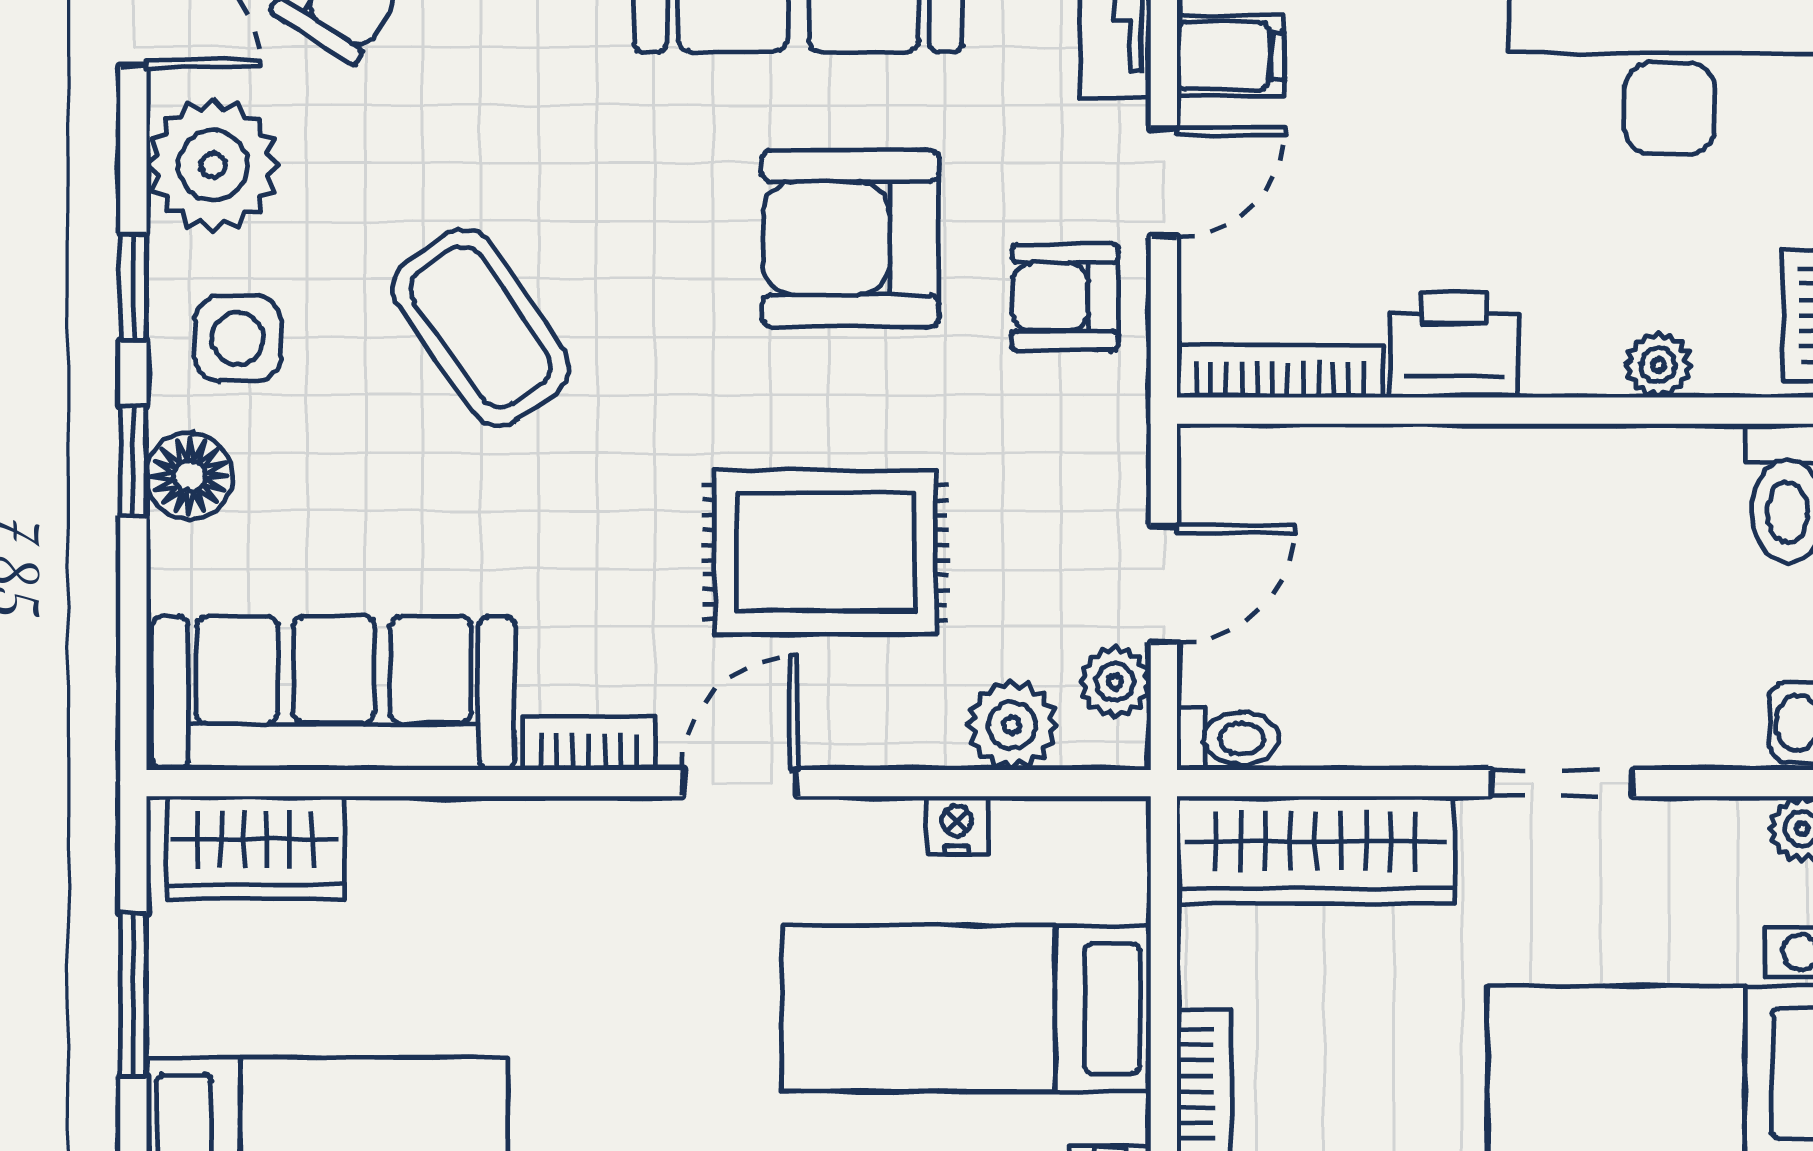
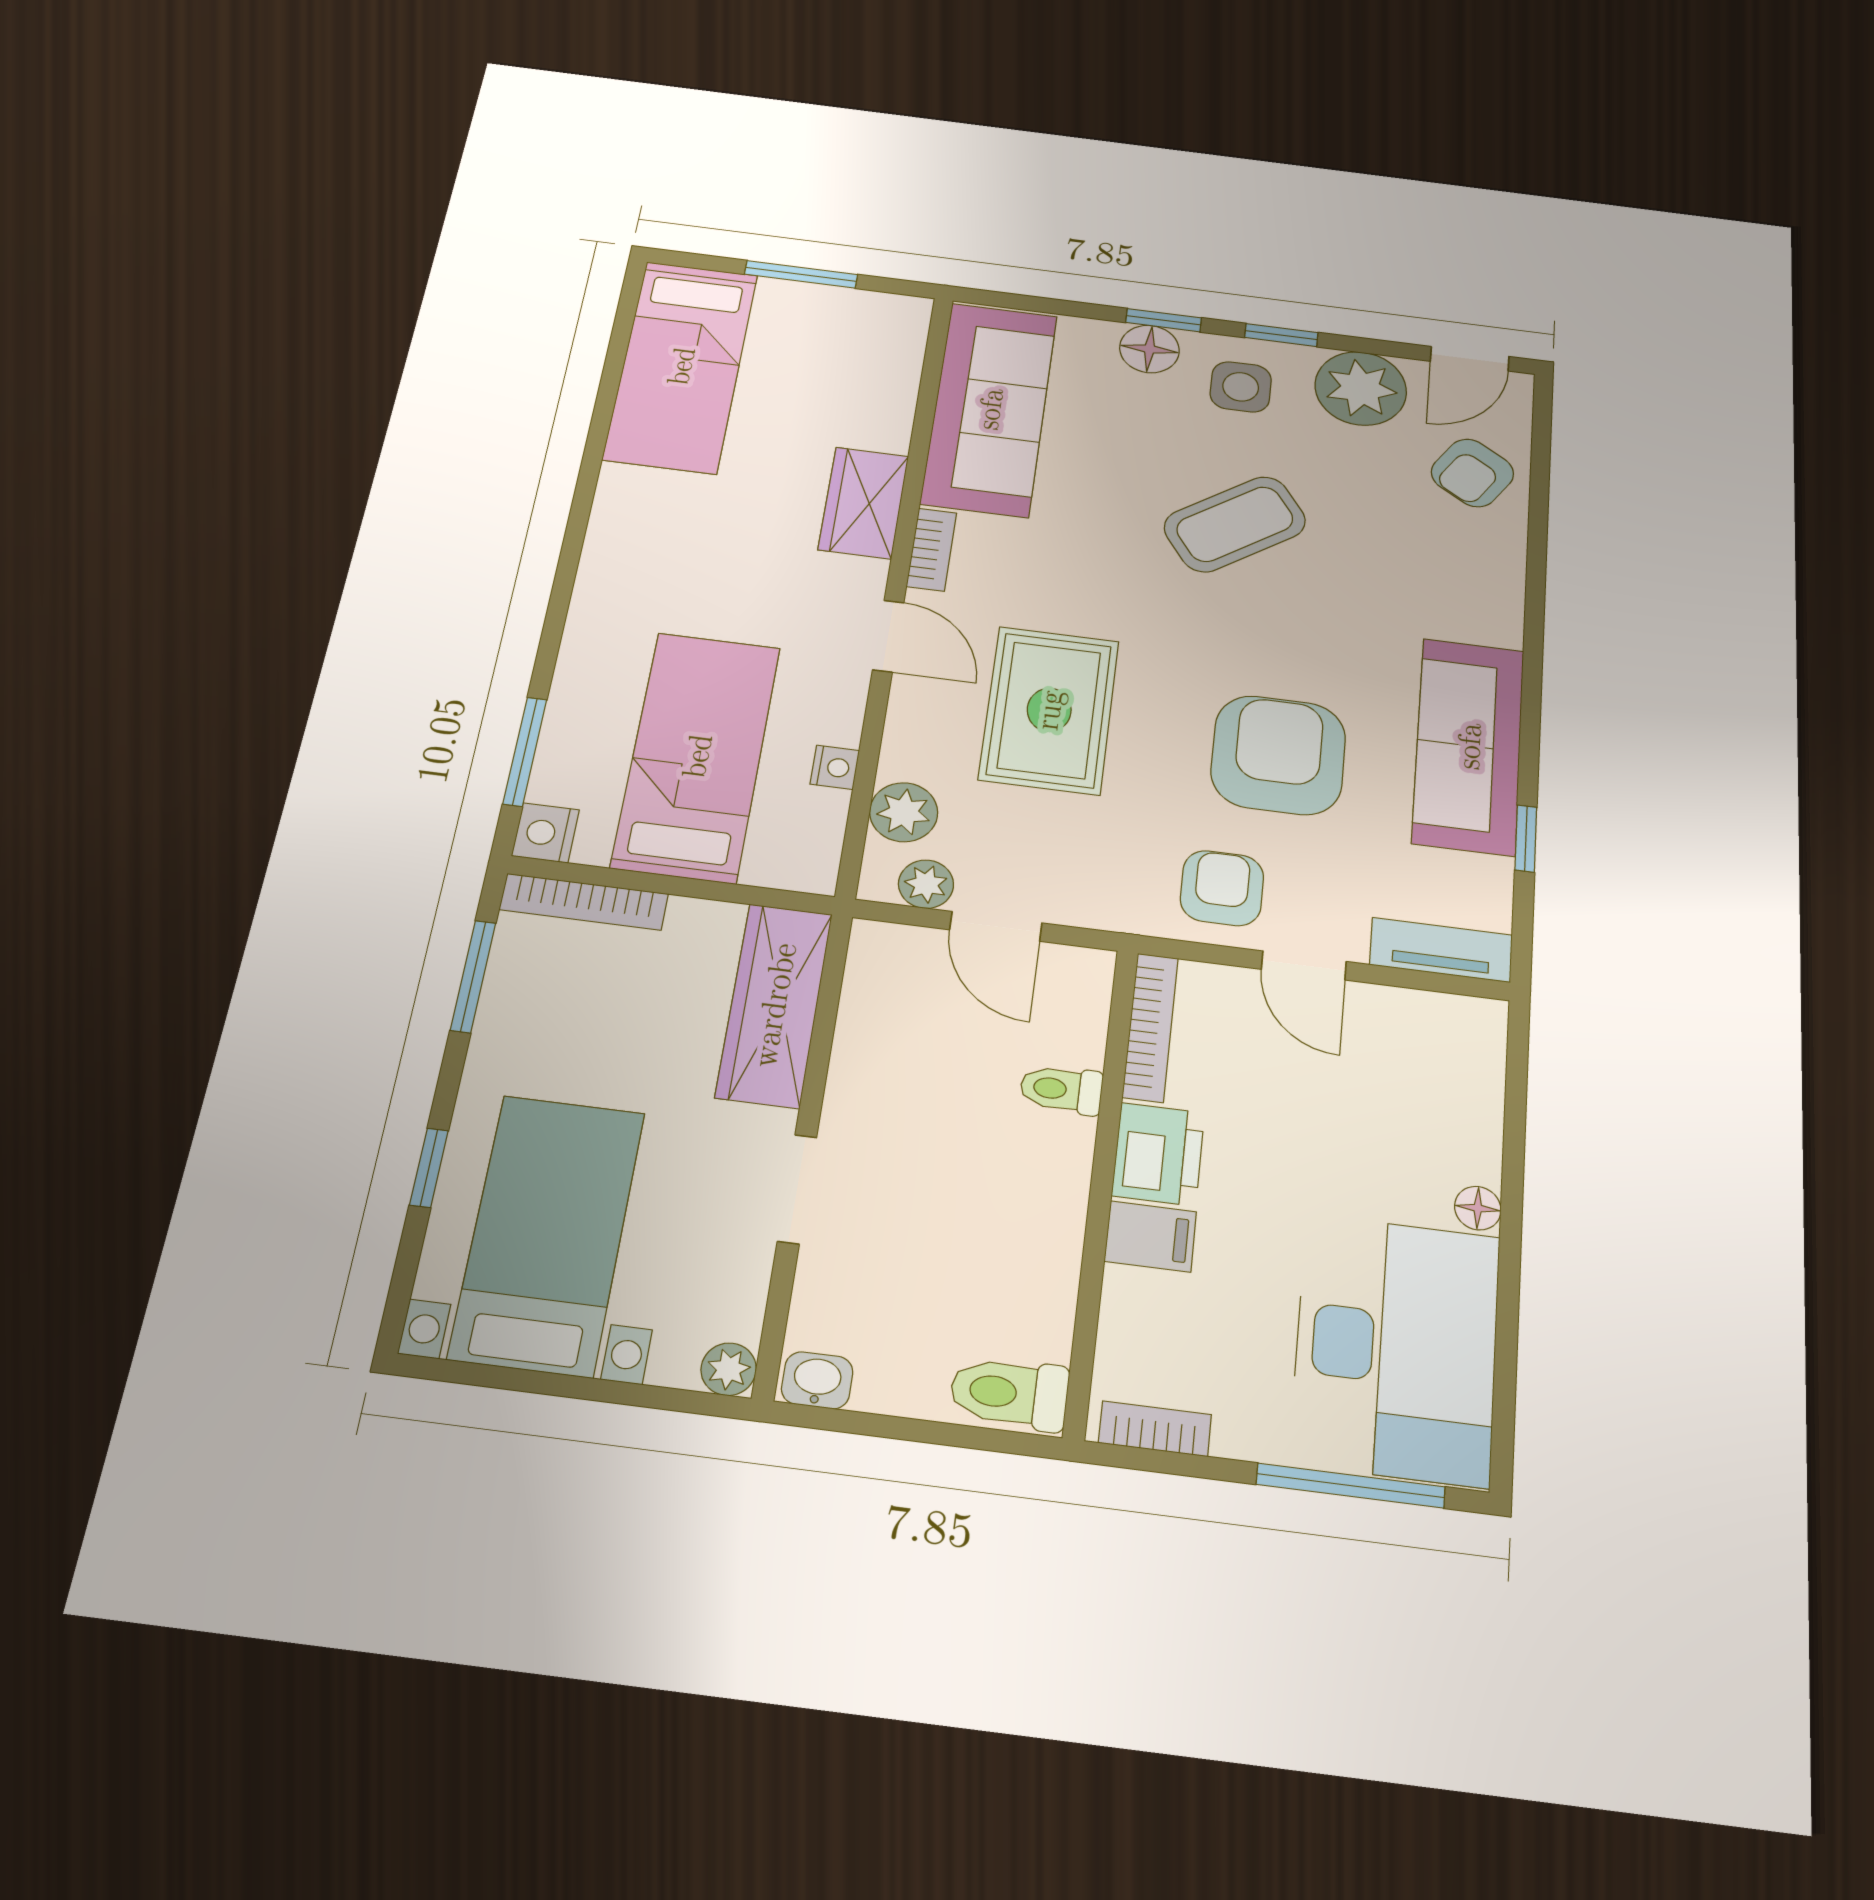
filing cabinet: (1230, 56) -> (1150, 1237), moved, turned -90
plant: (1658, 365) -> (1126, 1305), removed
toilet: (1228, 739) -> (1061, 1089), moved, turned 90
wardrobe: (255, 848) -> (864, 503), moved

